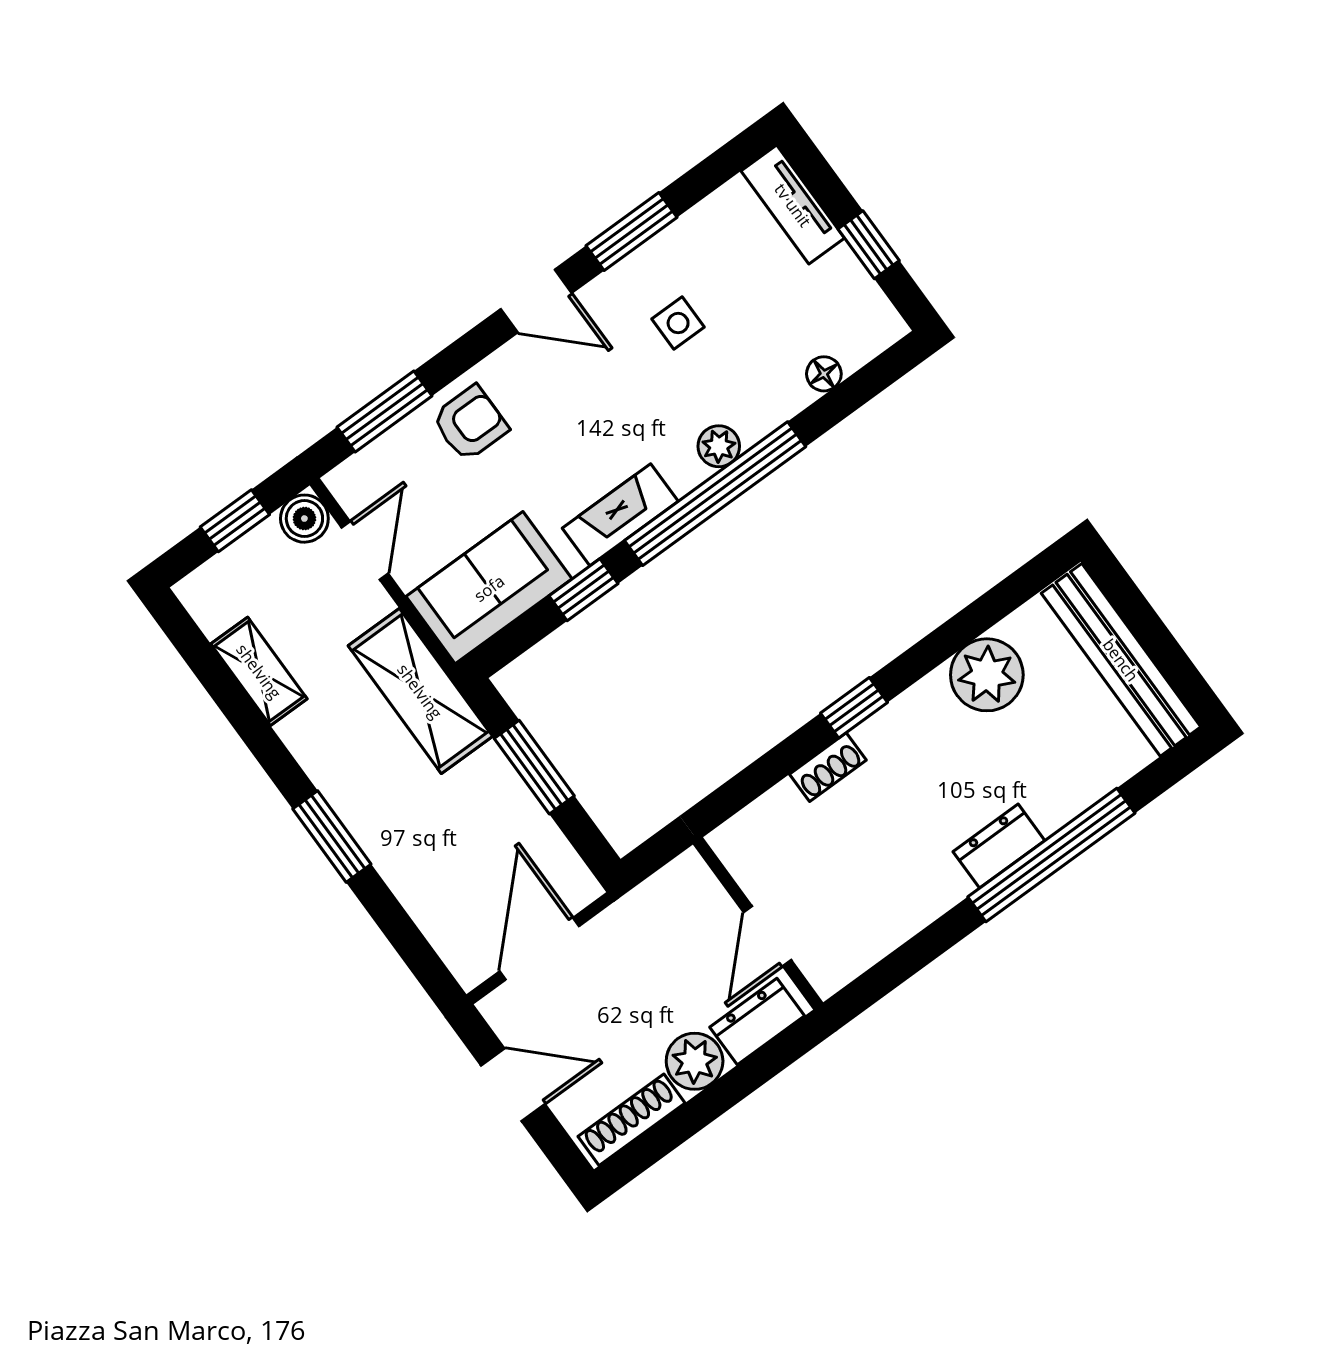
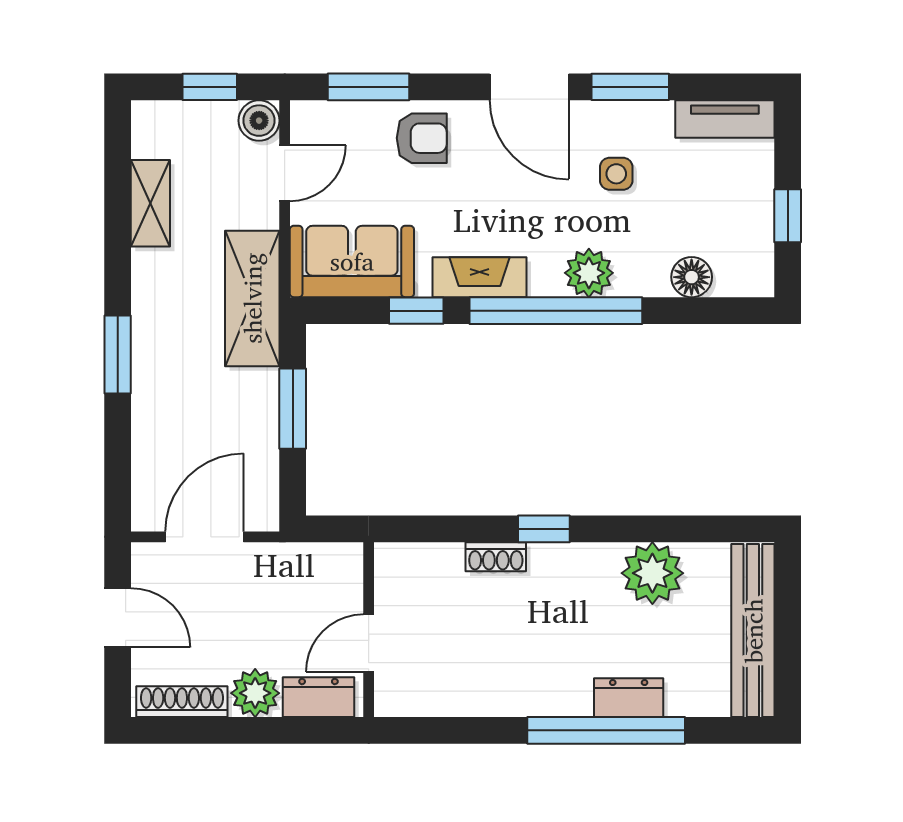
tv unit: (793, 205) -> (725, 119), moved, turned -90
door: (536, 301) -> (529, 87), width x1.38
floor lamp: (824, 374) -> (692, 277), width x1.37, depth x1.37
plant: (719, 446) -> (589, 273), width x1.38, depth x1.38
dresser: (999, 846) -> (629, 698), moved

